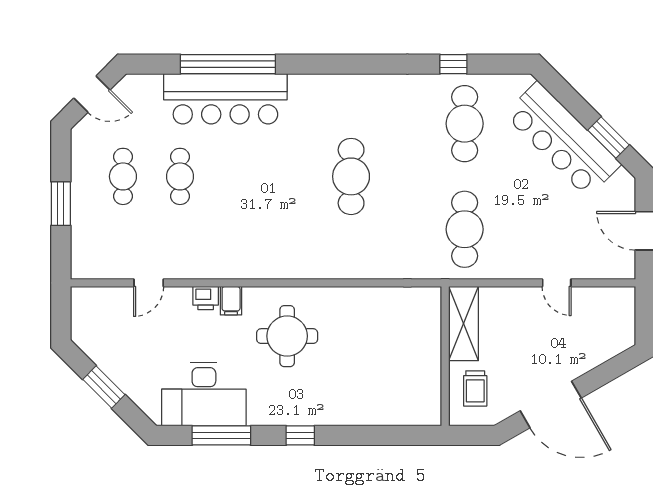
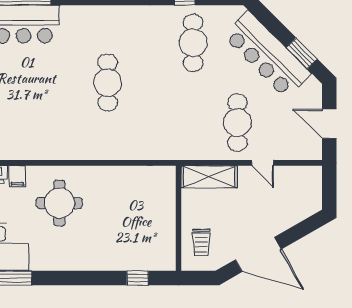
cafe table: (465, 229) -> (237, 122), moved
shelving: (464, 324) -> (209, 177), moved, turned 90
window: (300, 435) -> (138, 278), moved

